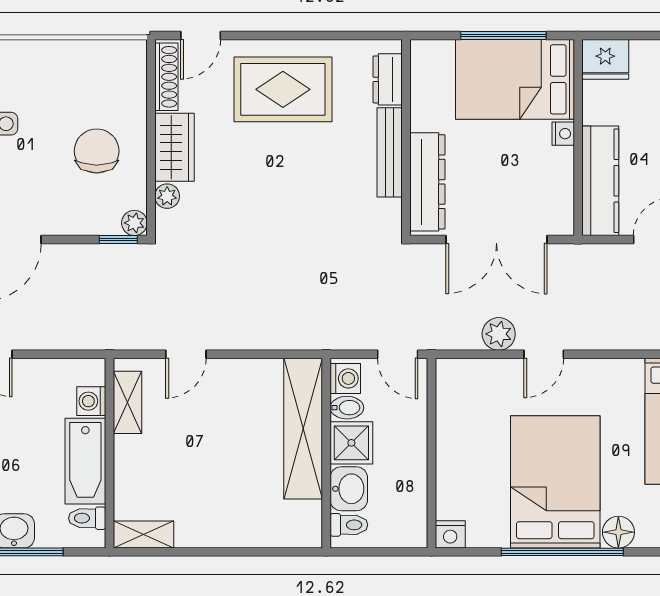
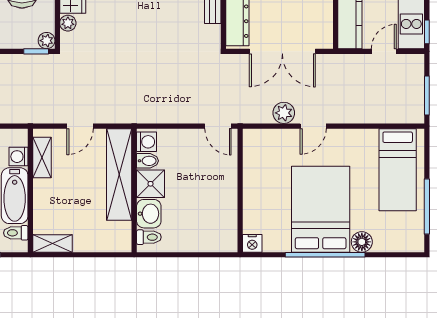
washing machine: (345, 378) -> (147, 142), moved
bidet: (347, 408) -> (148, 161), moved
shelving: (303, 429) -> (119, 175), moved
shower: (351, 443) -> (151, 184), moved
wall: (326, 453) -> (134, 190), moved
washbasin: (349, 489) -> (149, 214), moved
toilet: (349, 525) -> (149, 237), moved

